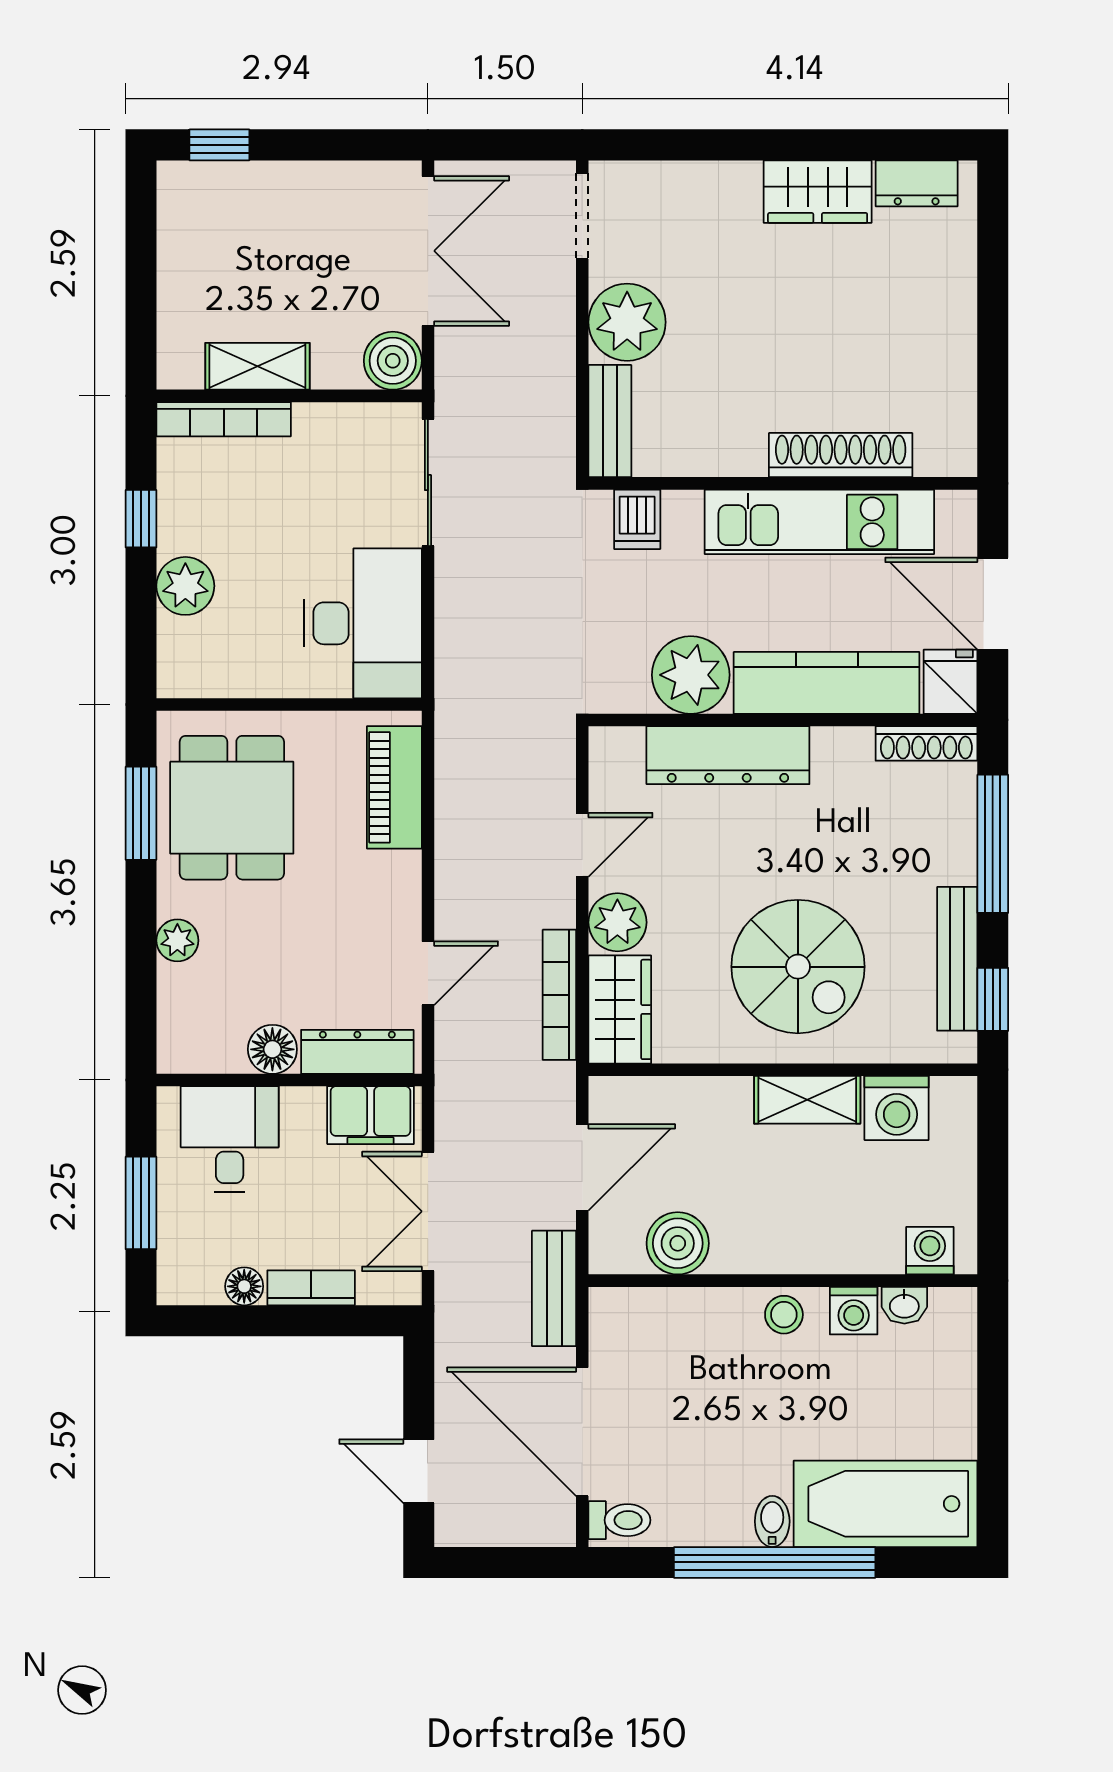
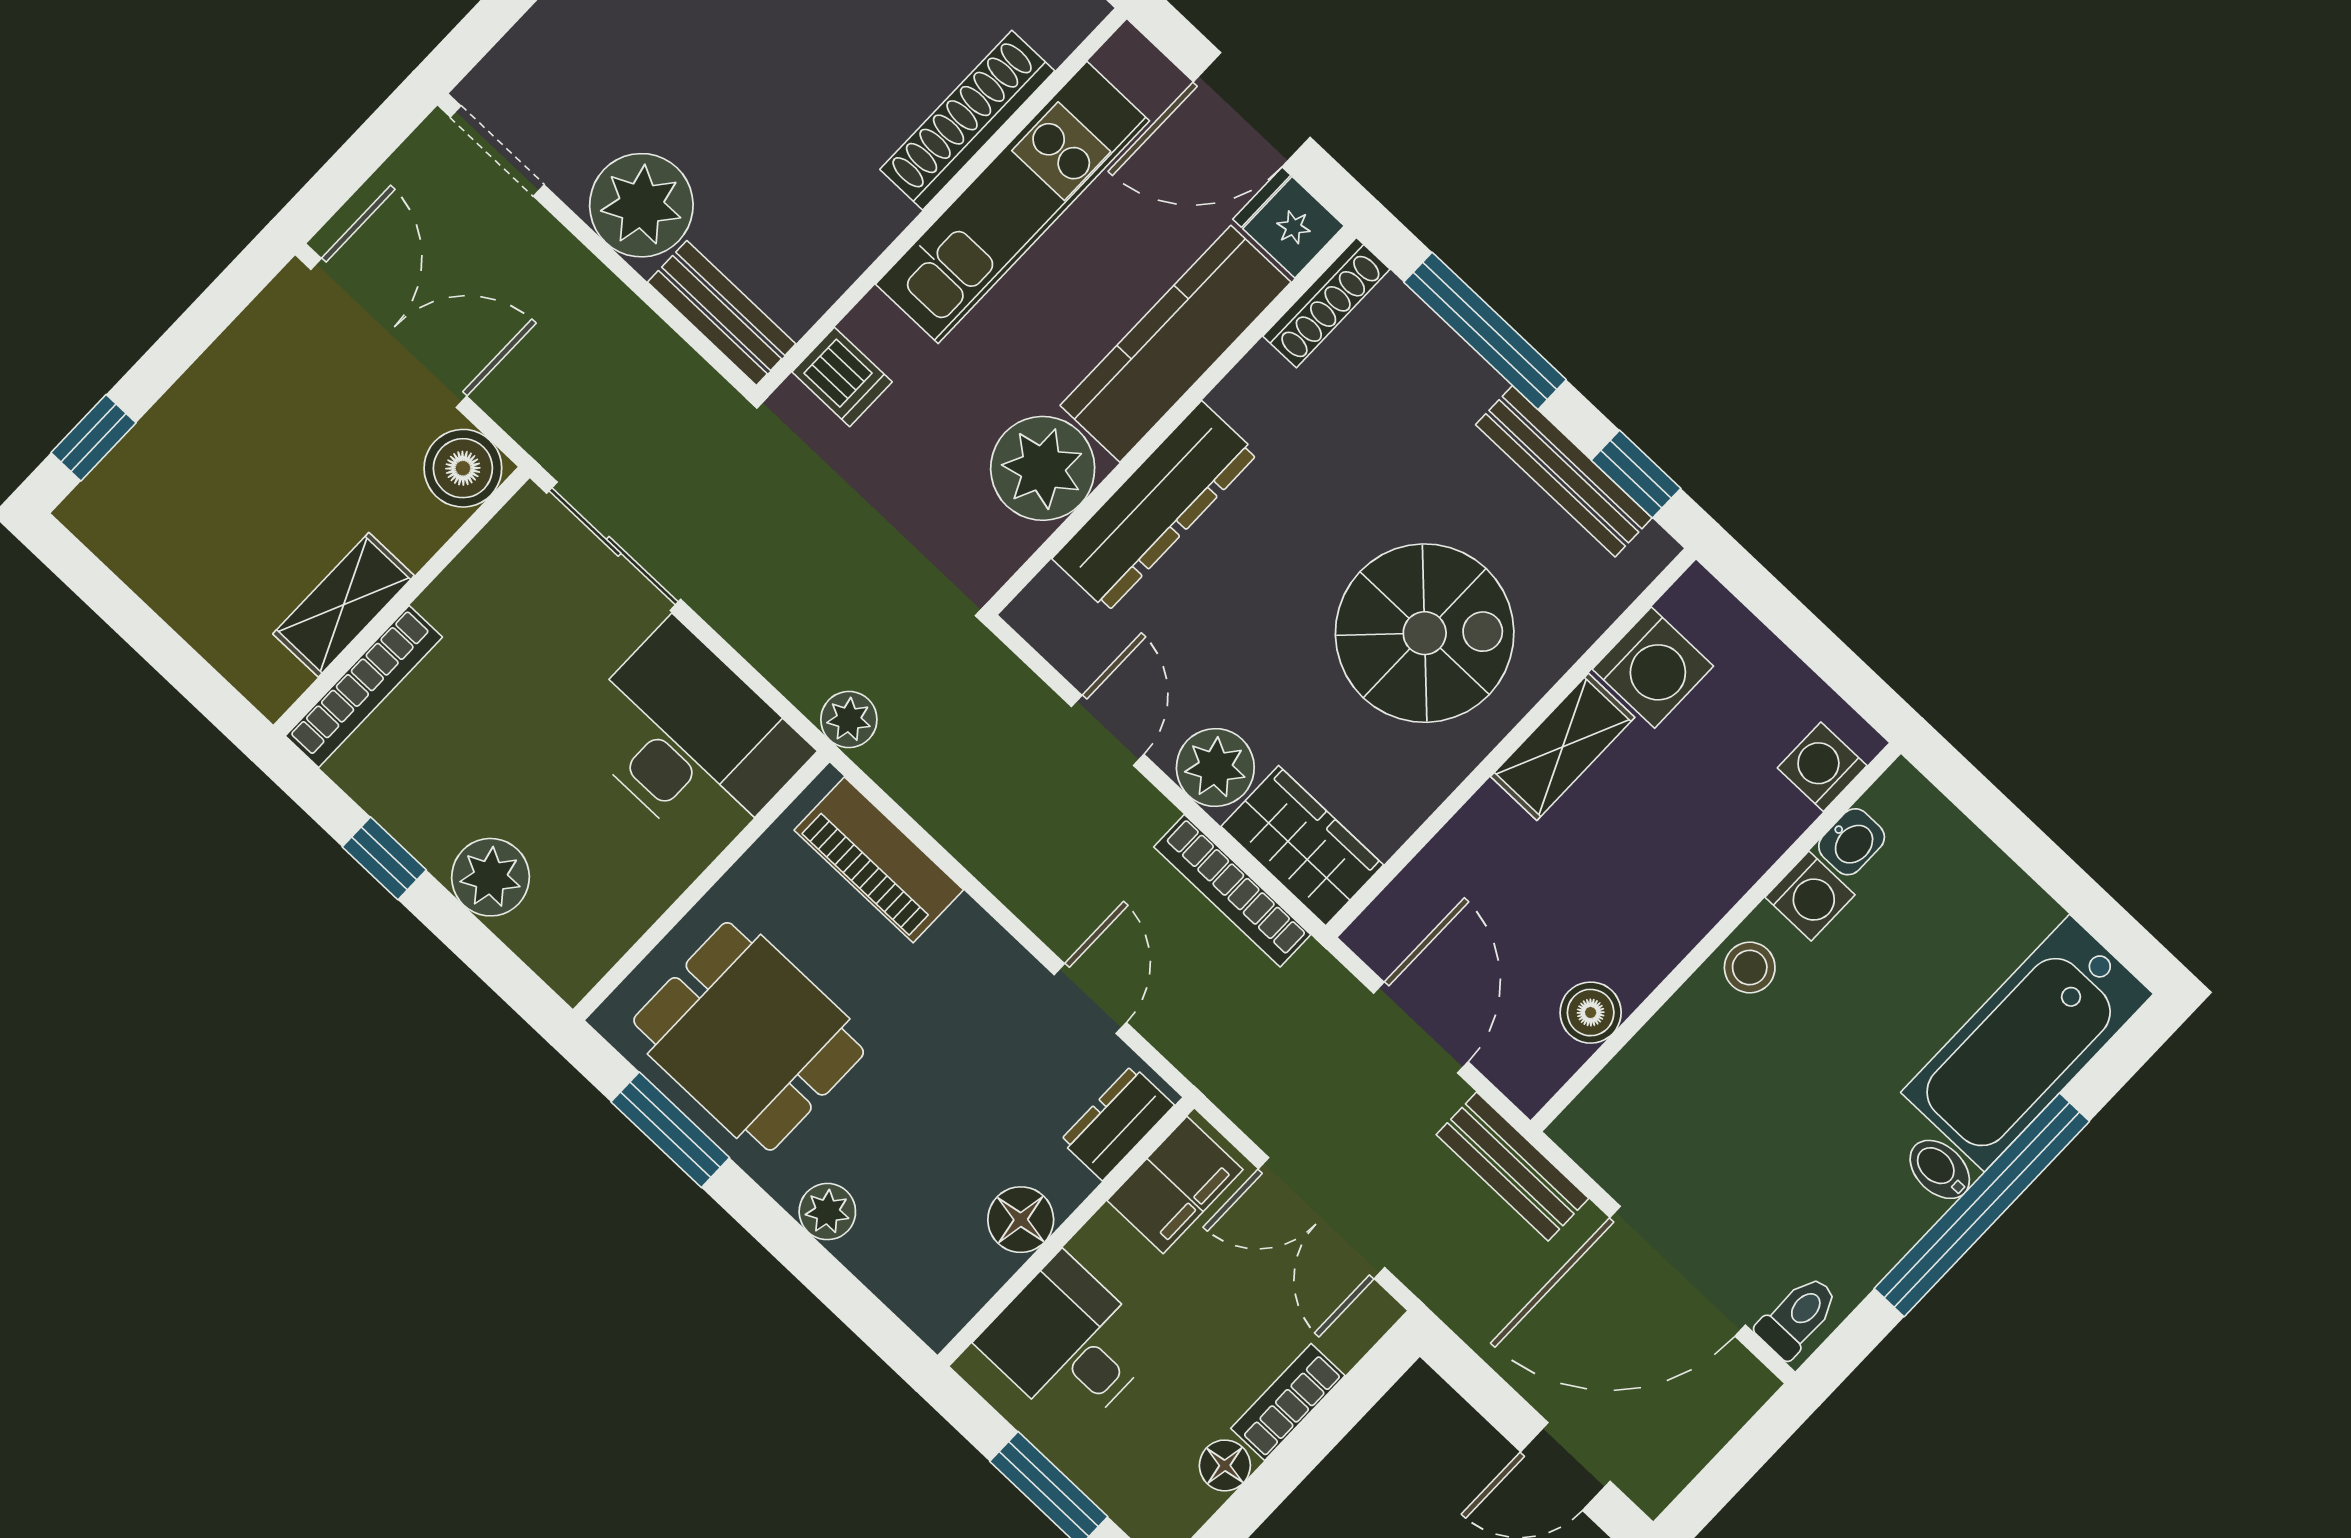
plant: (455, 699) -> (849, 719), added
dresser: (357, 1052) -> (1117, 1123), width x0.70
boiler: (678, 1243) -> (1591, 1013), width x0.73, depth x0.73

